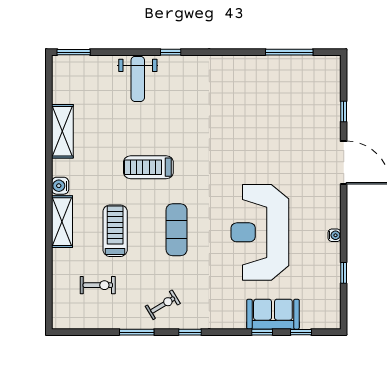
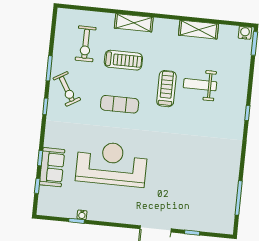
weight bench: (138, 79) -> (200, 85), moved
water cooler: (60, 186) -> (245, 33), moved
water cooler: (334, 235) -> (82, 215), moved
exercise bike: (98, 285) -> (86, 44), width x1.38, depth x1.39
exercise bike: (163, 305) -> (67, 89), width x1.38, depth x1.39

